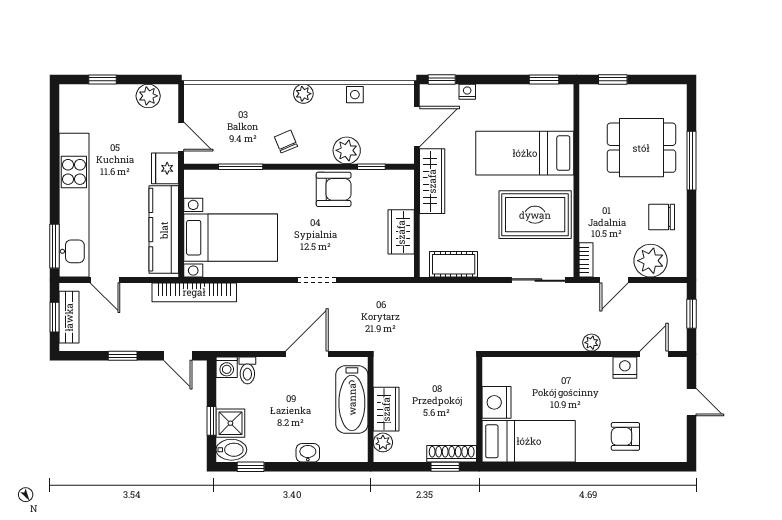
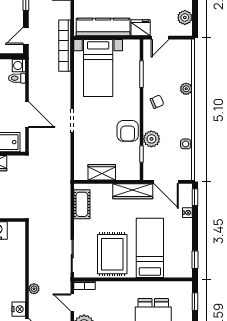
plant: (303, 94) -> (186, 89), moved

